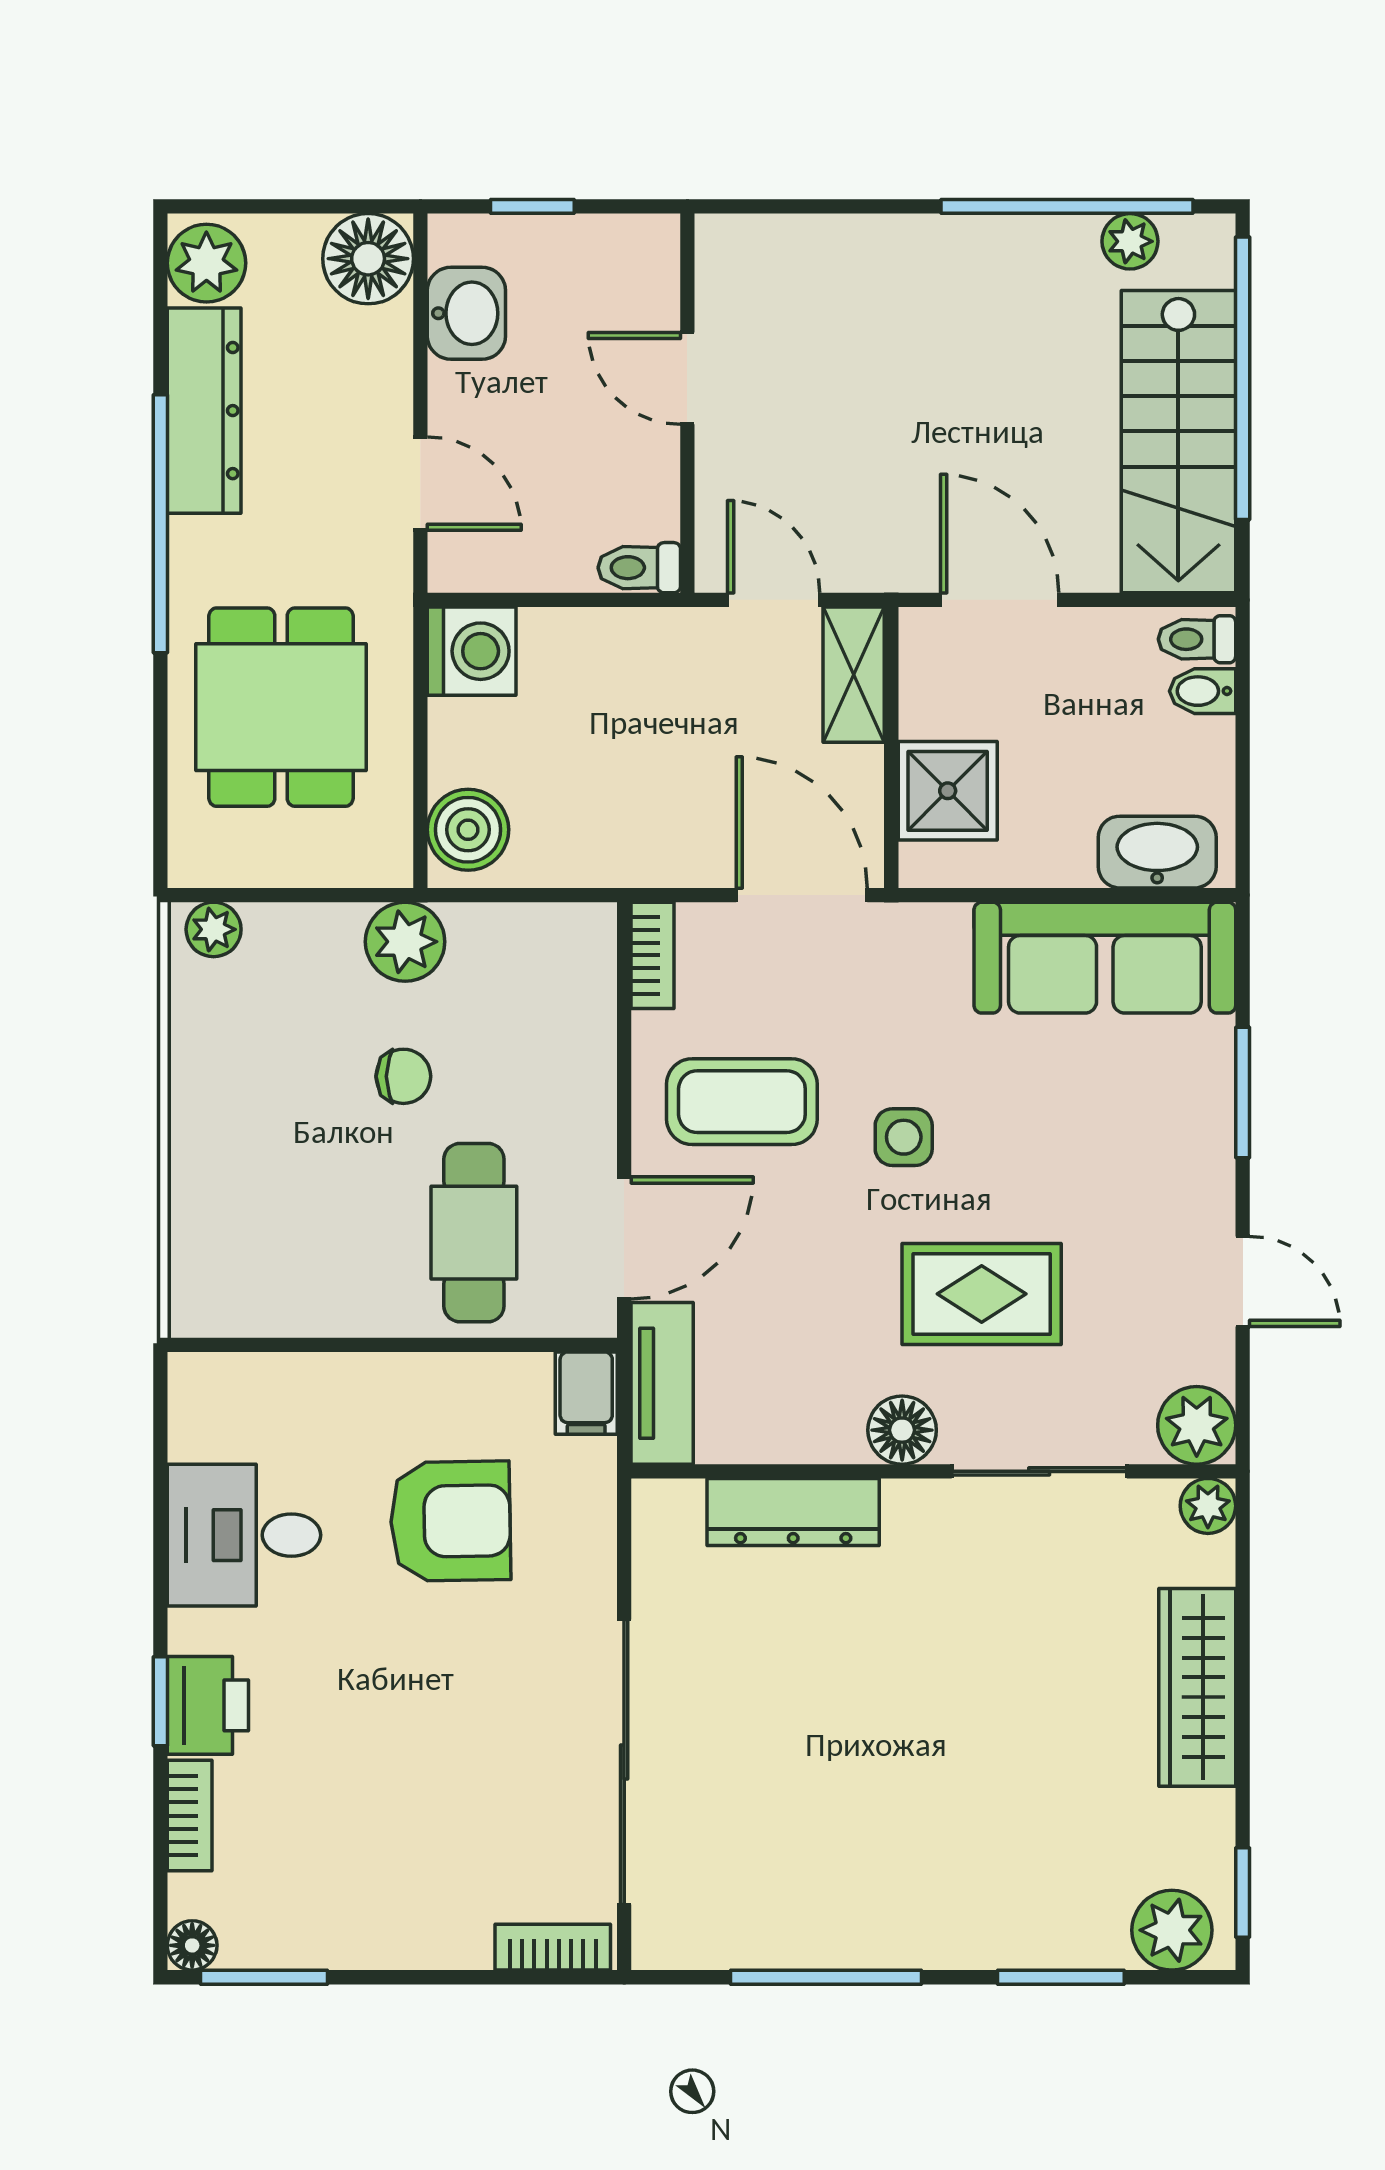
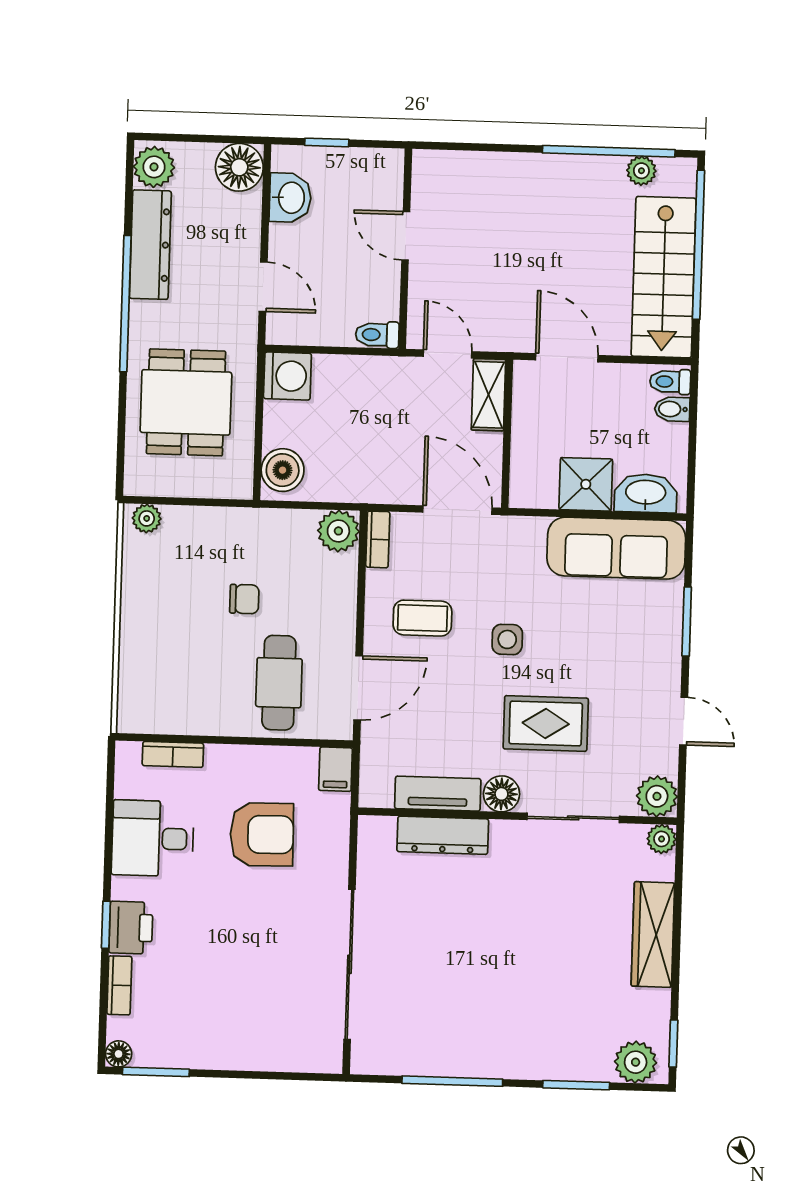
shower: (948, 791) -> (586, 484), moved
plant: (405, 942) -> (338, 531), moved
coffee table: (742, 1102) -> (422, 618), width x0.73, depth x0.77
tv unit: (662, 1383) -> (438, 794), moved, turned -90
bookcase: (553, 1947) -> (173, 754), moved, turned 180

